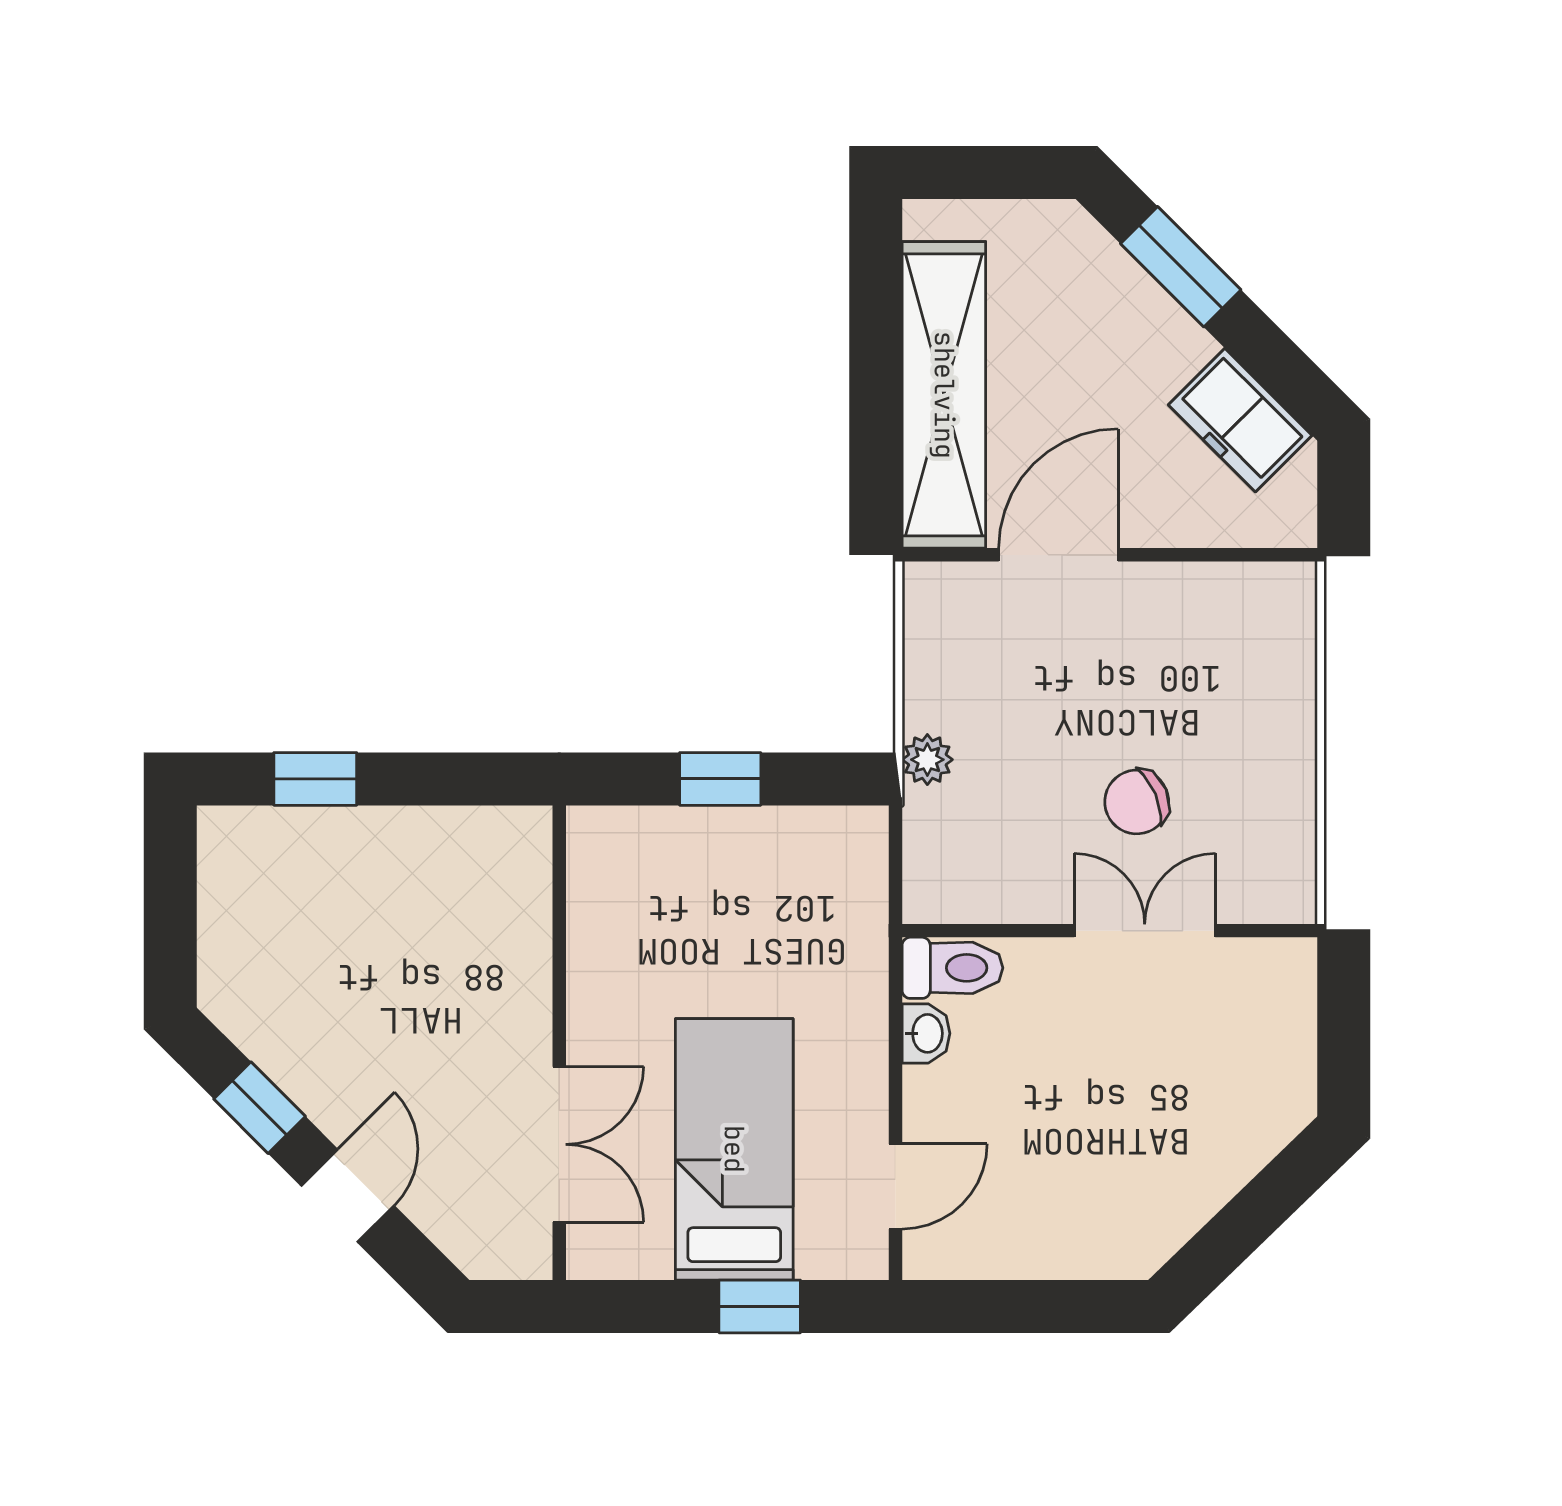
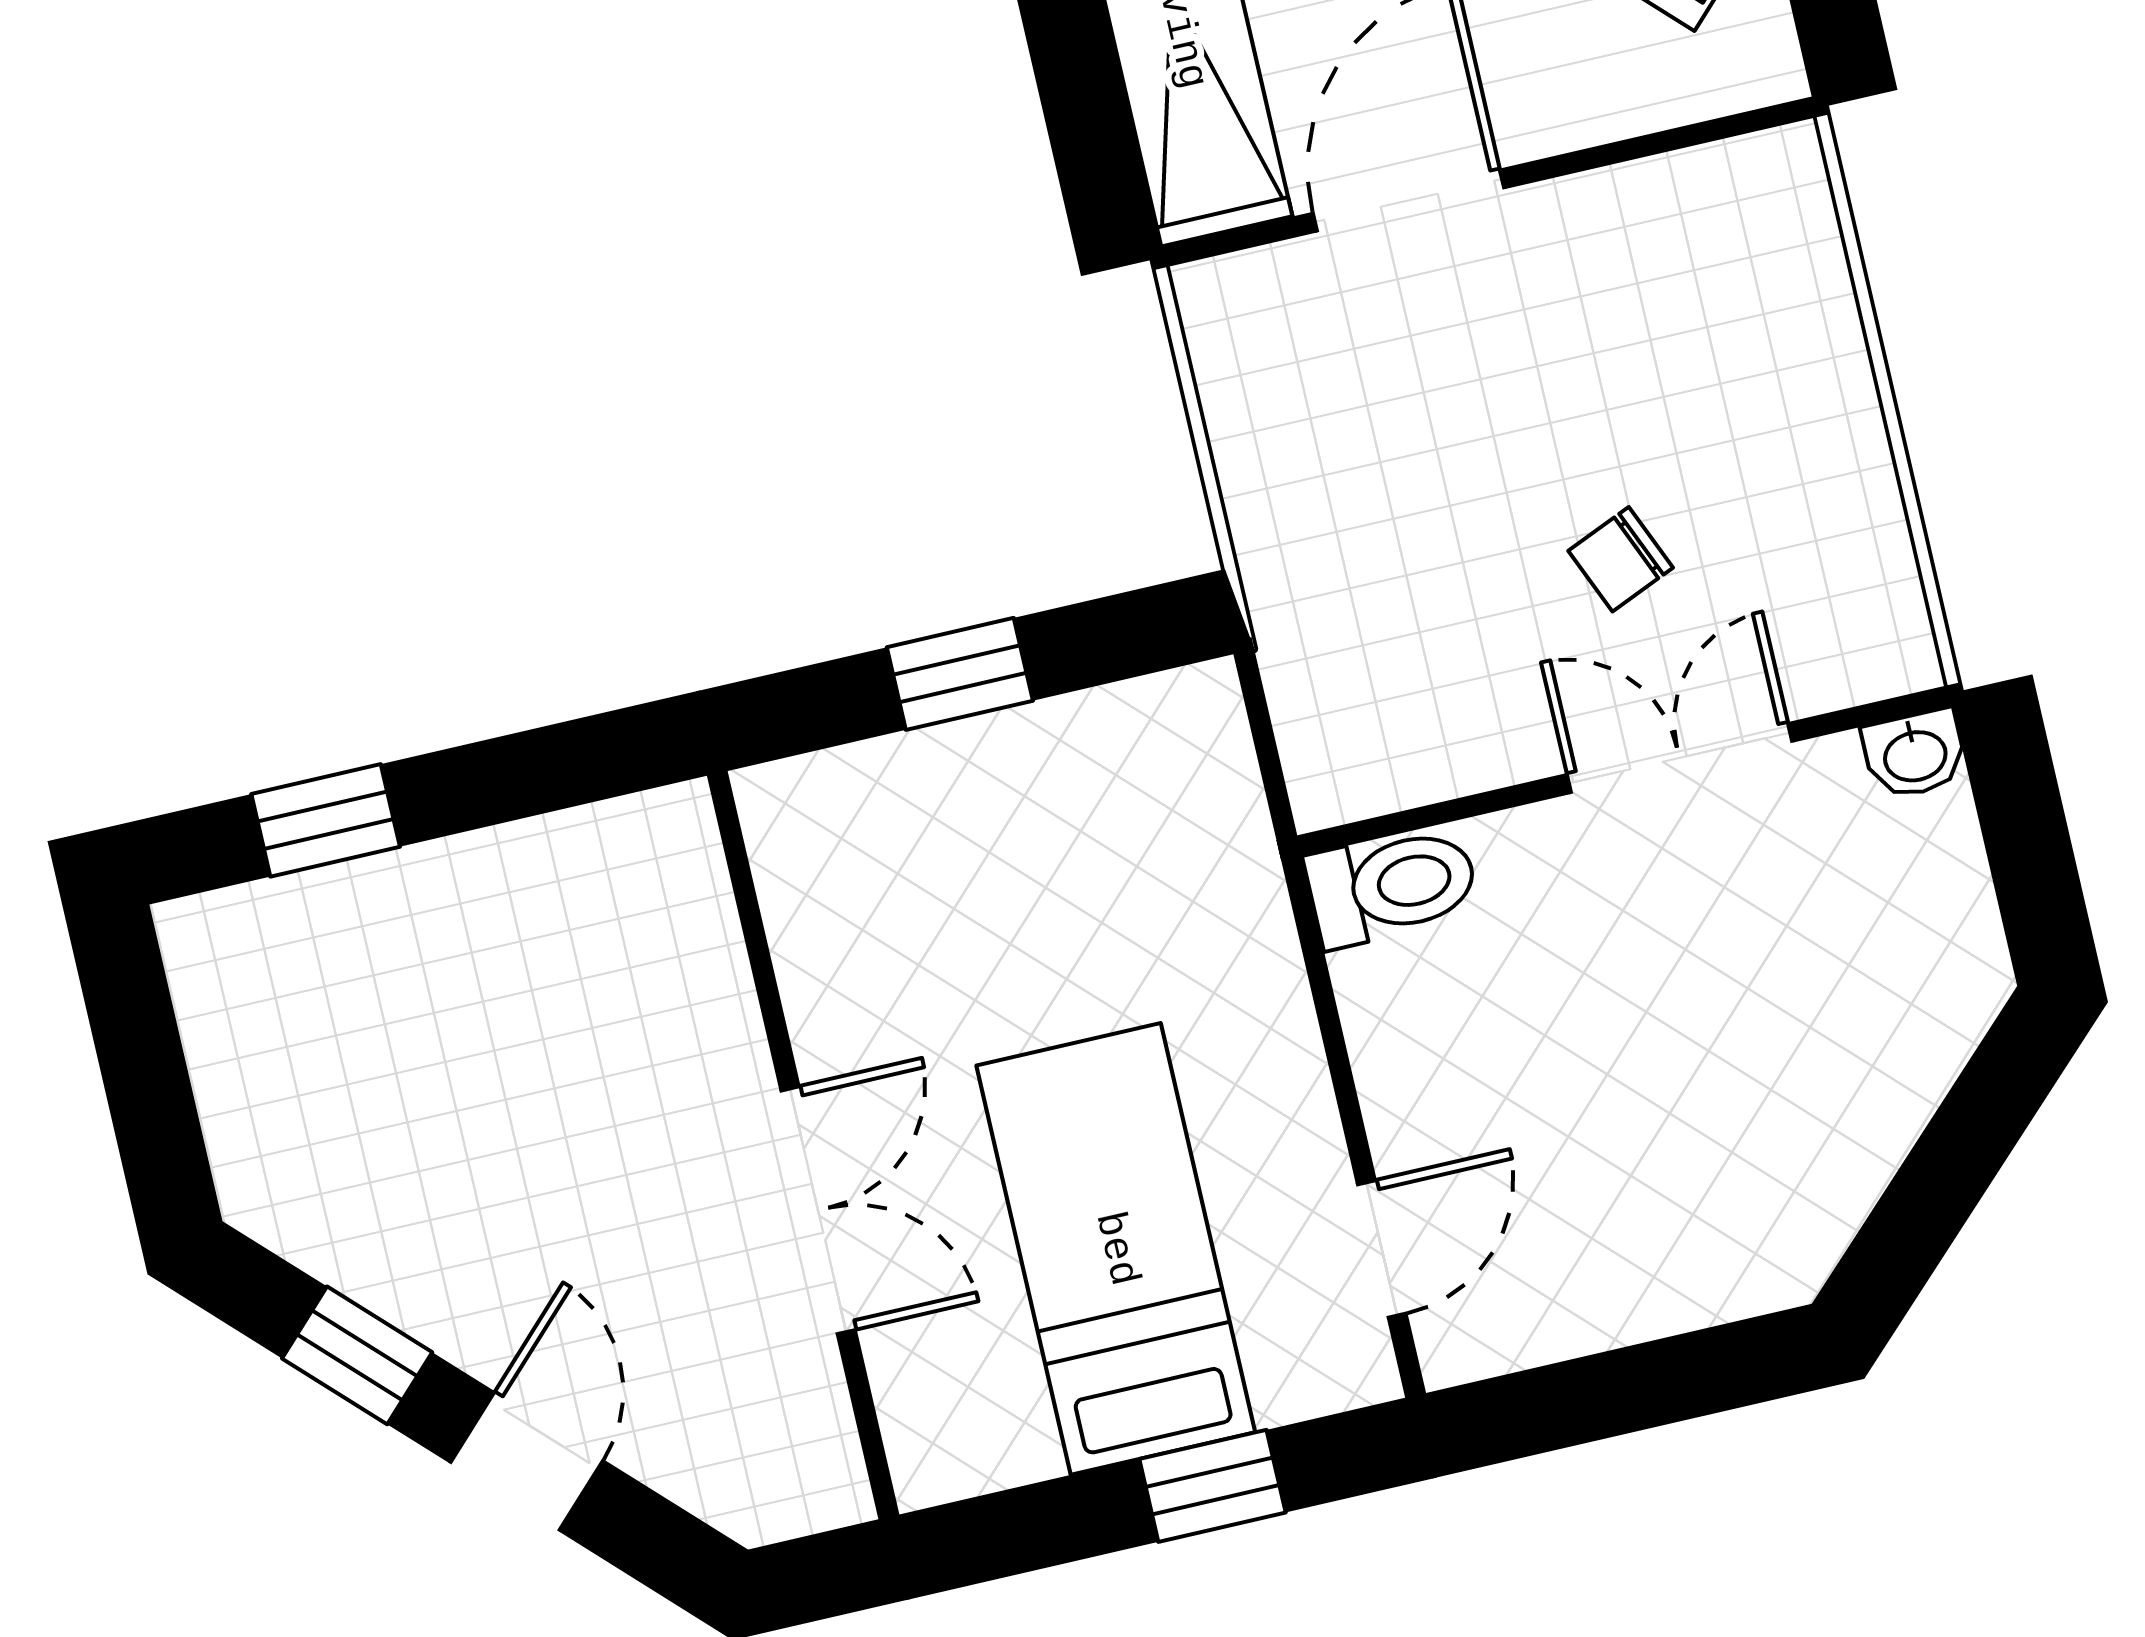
plant: (927, 760) -> (1277, 569), removed
chair: (1137, 802) -> (1621, 559), width x0.73, depth x0.73
washbasin: (926, 1033) -> (1915, 754), moved, turned 90
double door: (559, 1144) -> (818, 1210), moved

